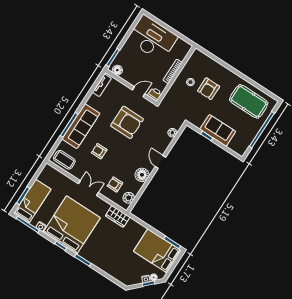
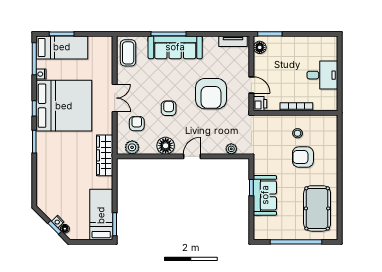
desk: (152, 38) -> (322, 75), width x0.53, depth x0.77
armchair: (99, 151) -> (169, 108), moved
wardrobe: (118, 216) -> (105, 155), width x1.50
bed: (157, 251) -> (101, 215), width x0.67

